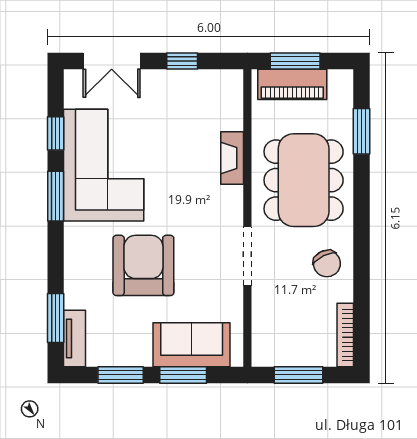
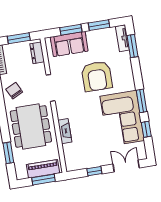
dresser: (264, 337) -> (37, 53), added

